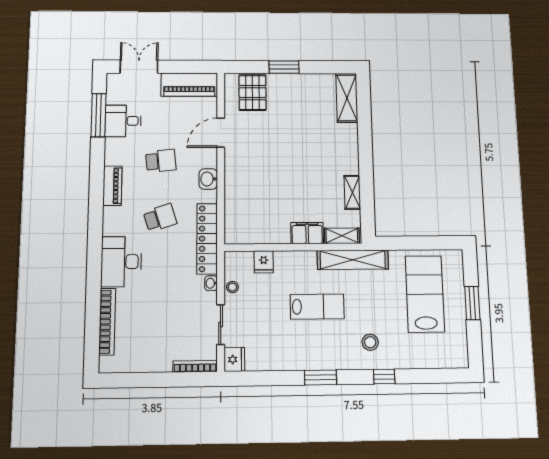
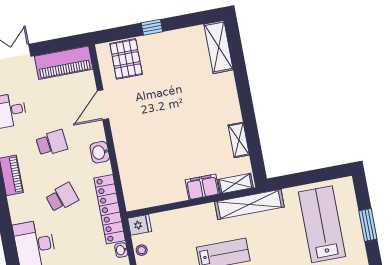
window: (284, 67) -> (152, 27), width x0.67
fridge: (264, 262) -> (140, 225), moved, turned -90

